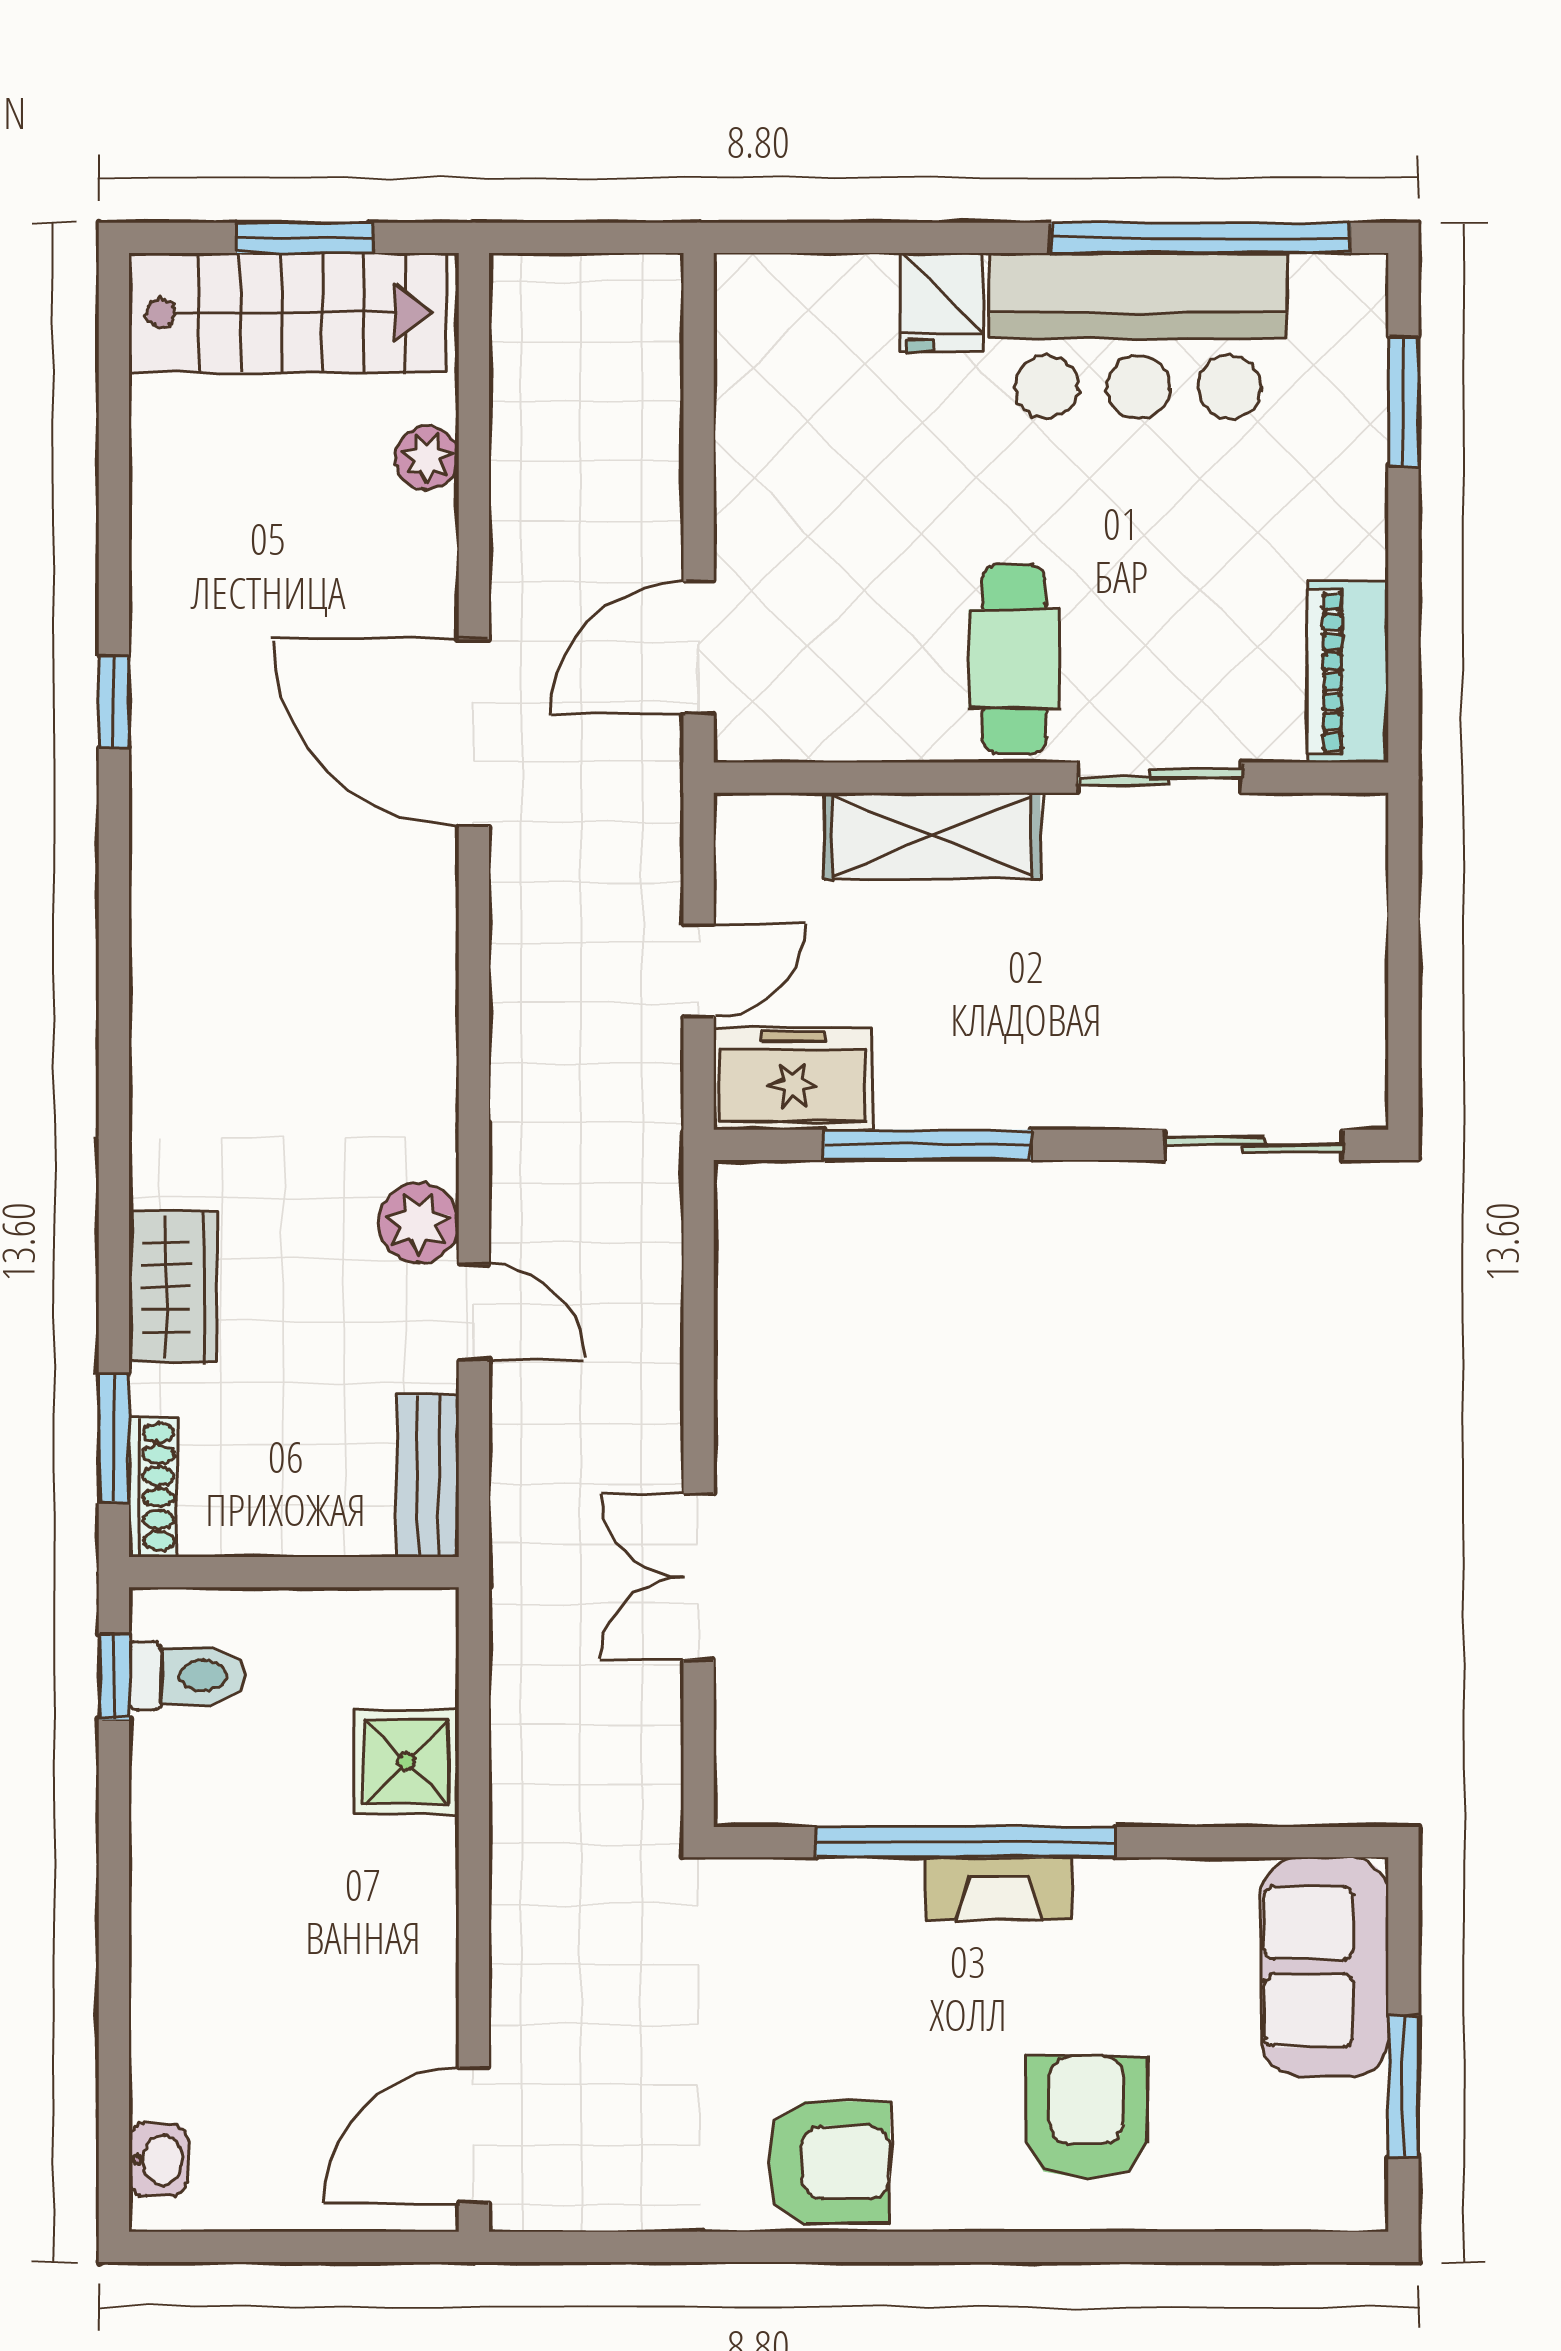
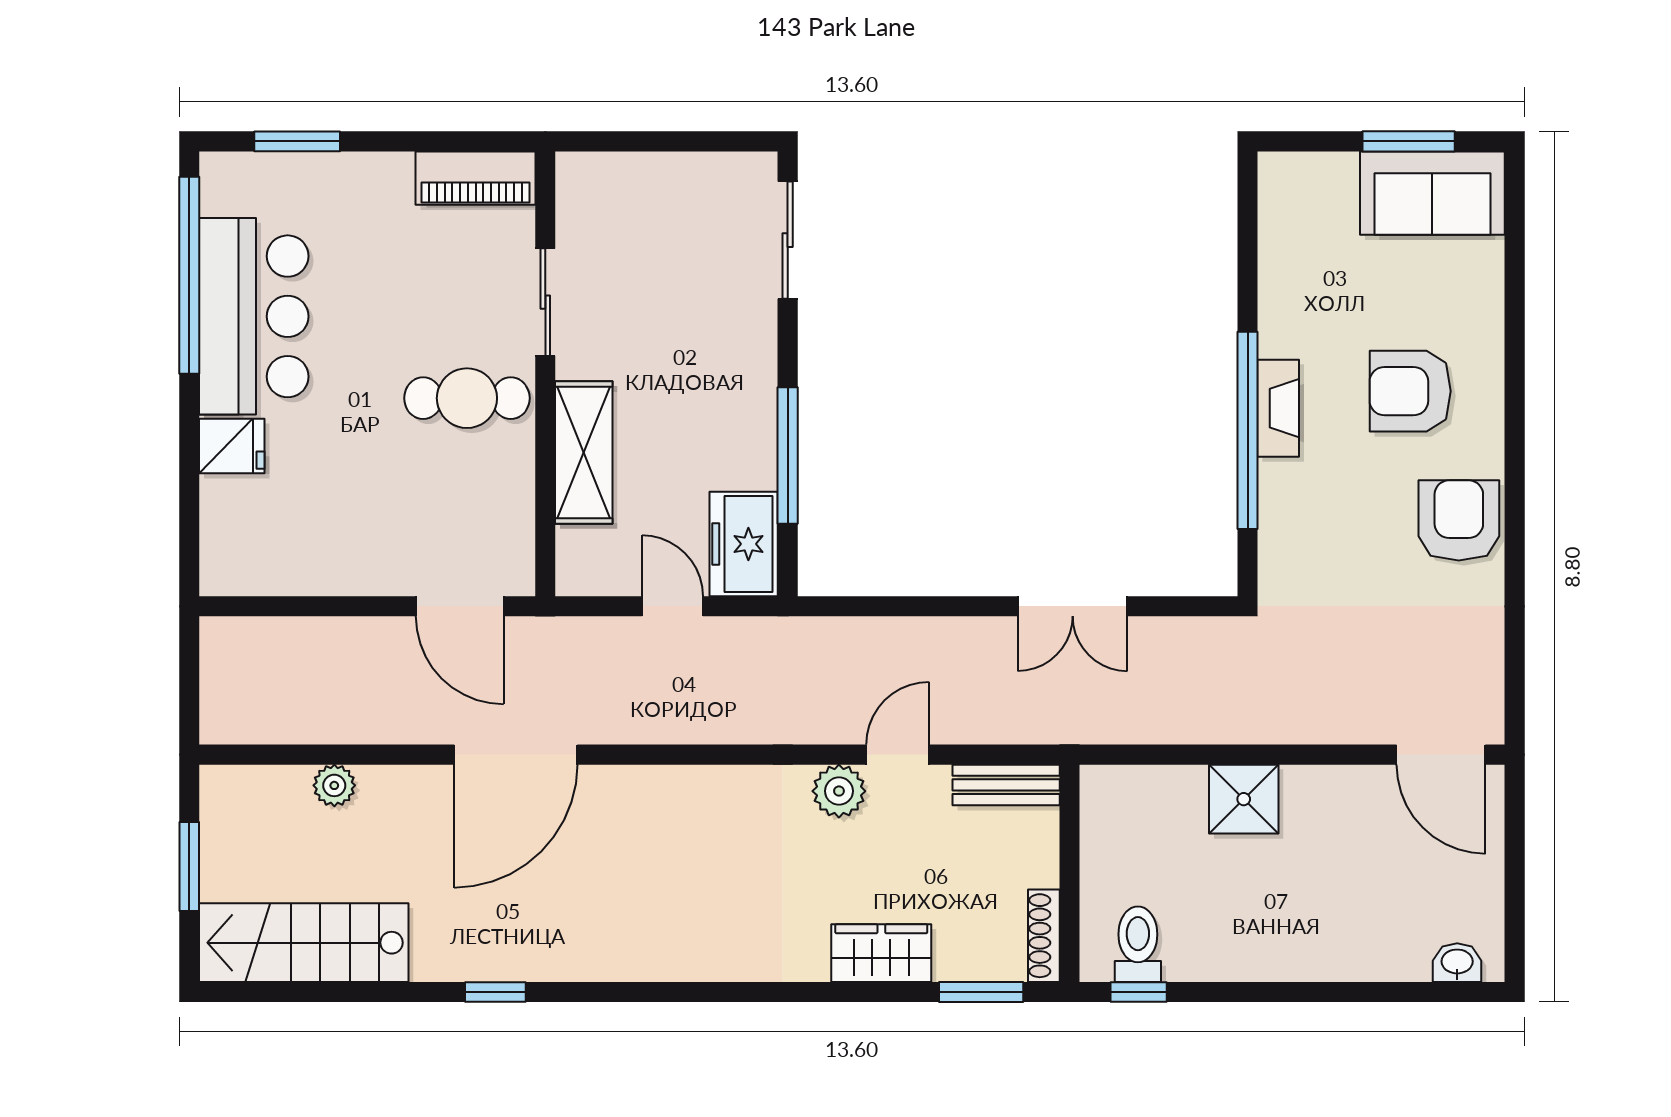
stairs: (288, 313) -> (304, 943), moved, turned -90
shoe rack: (153, 1487) -> (1044, 936), moved, turned -90
shower: (406, 1762) -> (1244, 799), moved
sofa: (1325, 1967) -> (1432, 193), moved
armchair: (1087, 2118) -> (1410, 391), moved

